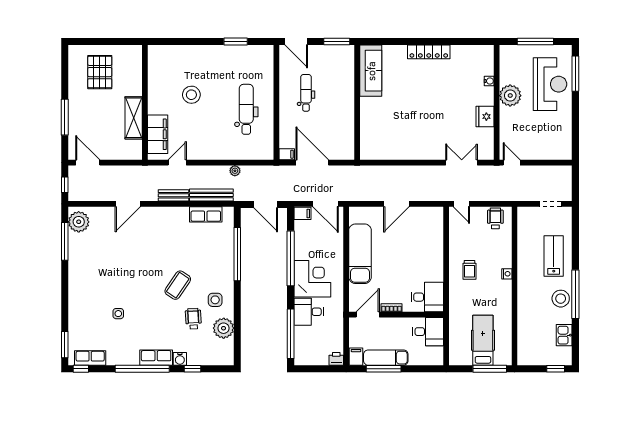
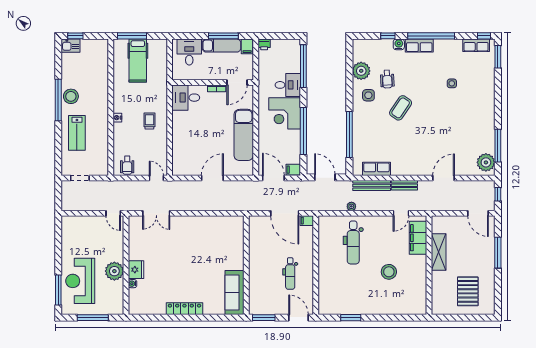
dental chair: (246, 109) -> (353, 243), moved
fridge: (485, 117) -> (136, 270), moved
desk: (428, 332) -> (189, 52), moved, turned 90
kitchen sink: (564, 335) -> (71, 46), moved, turned 90

